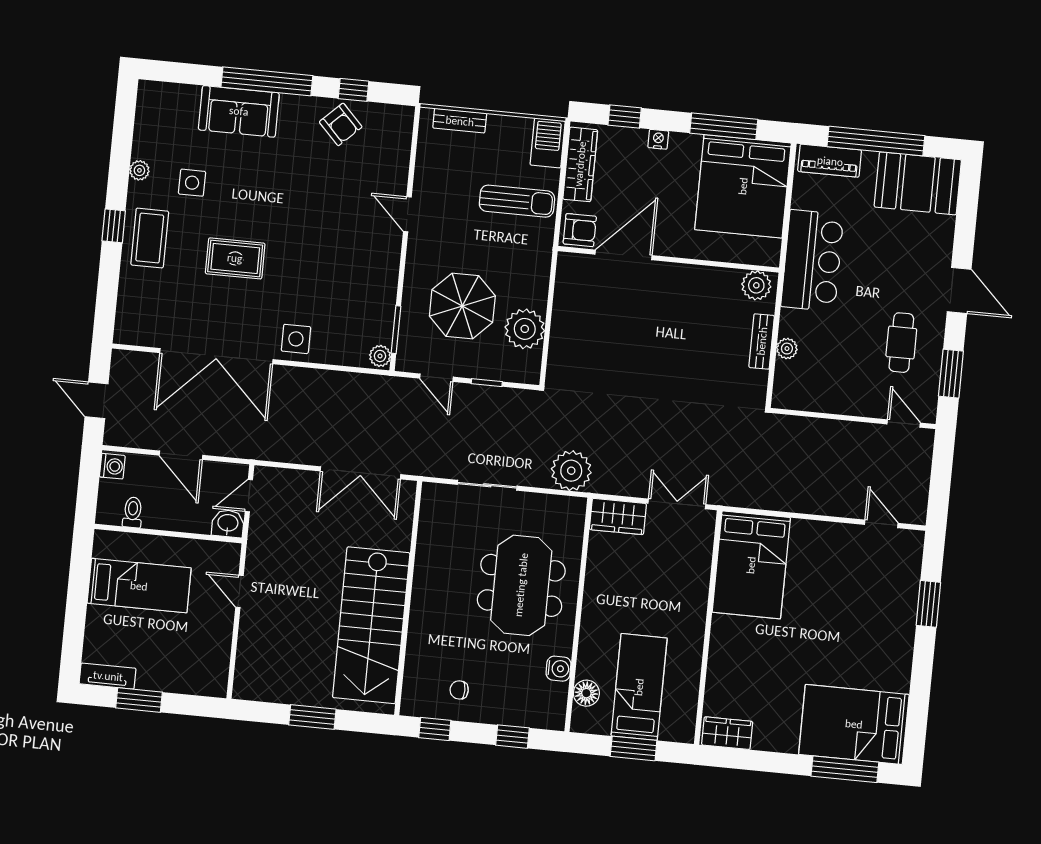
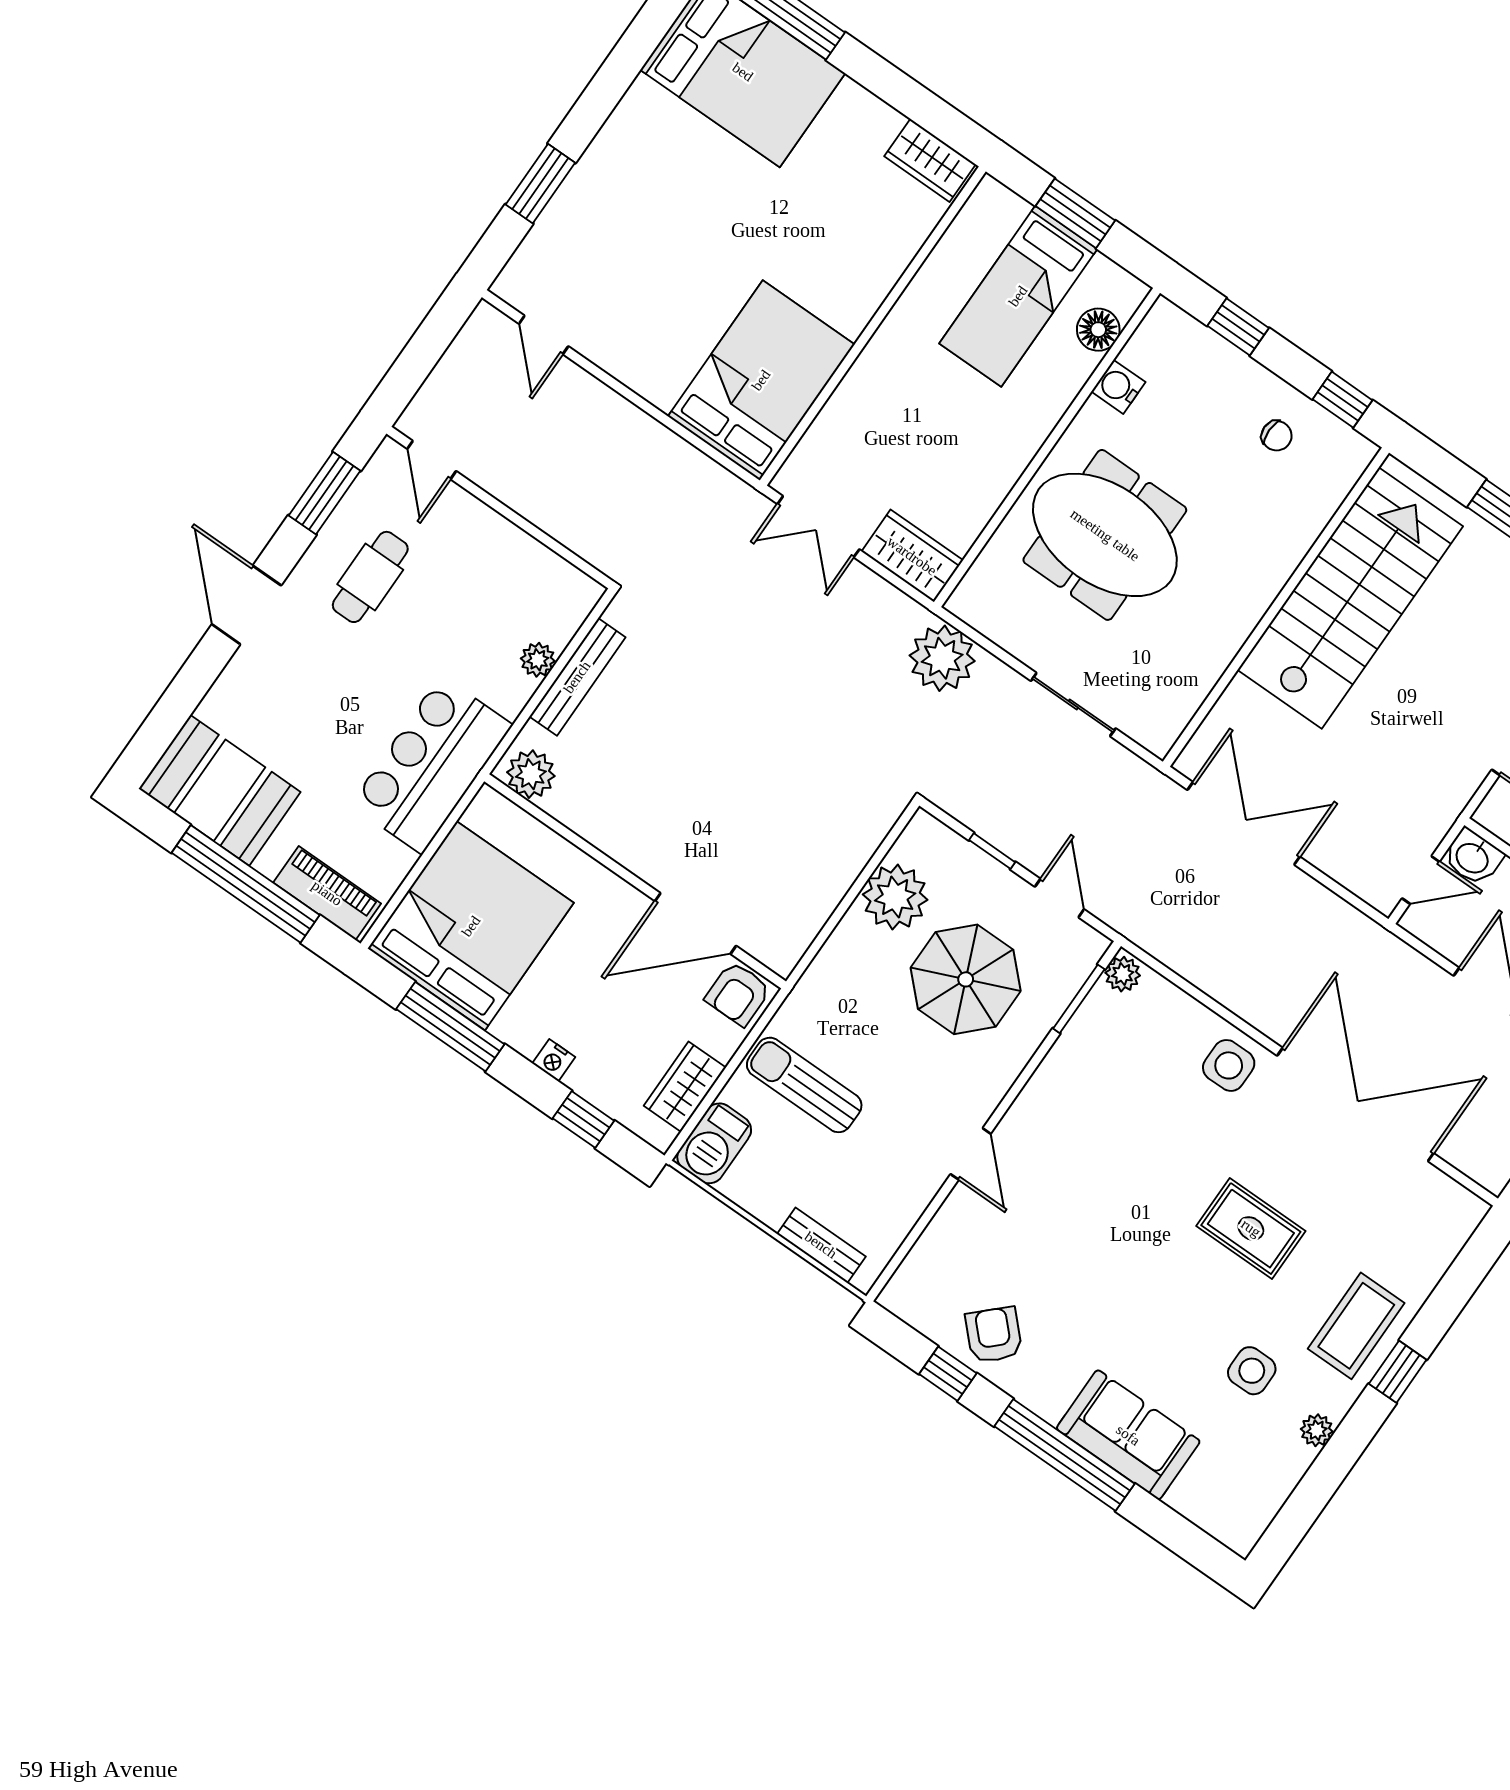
wardrobe: (580, 164) -> (685, 1087), width x0.67
armchair: (580, 230) -> (738, 994), turned -90
bench: (762, 341) -> (577, 677), width x1.36
meeting table: (521, 585) -> (1105, 535), turned 90

